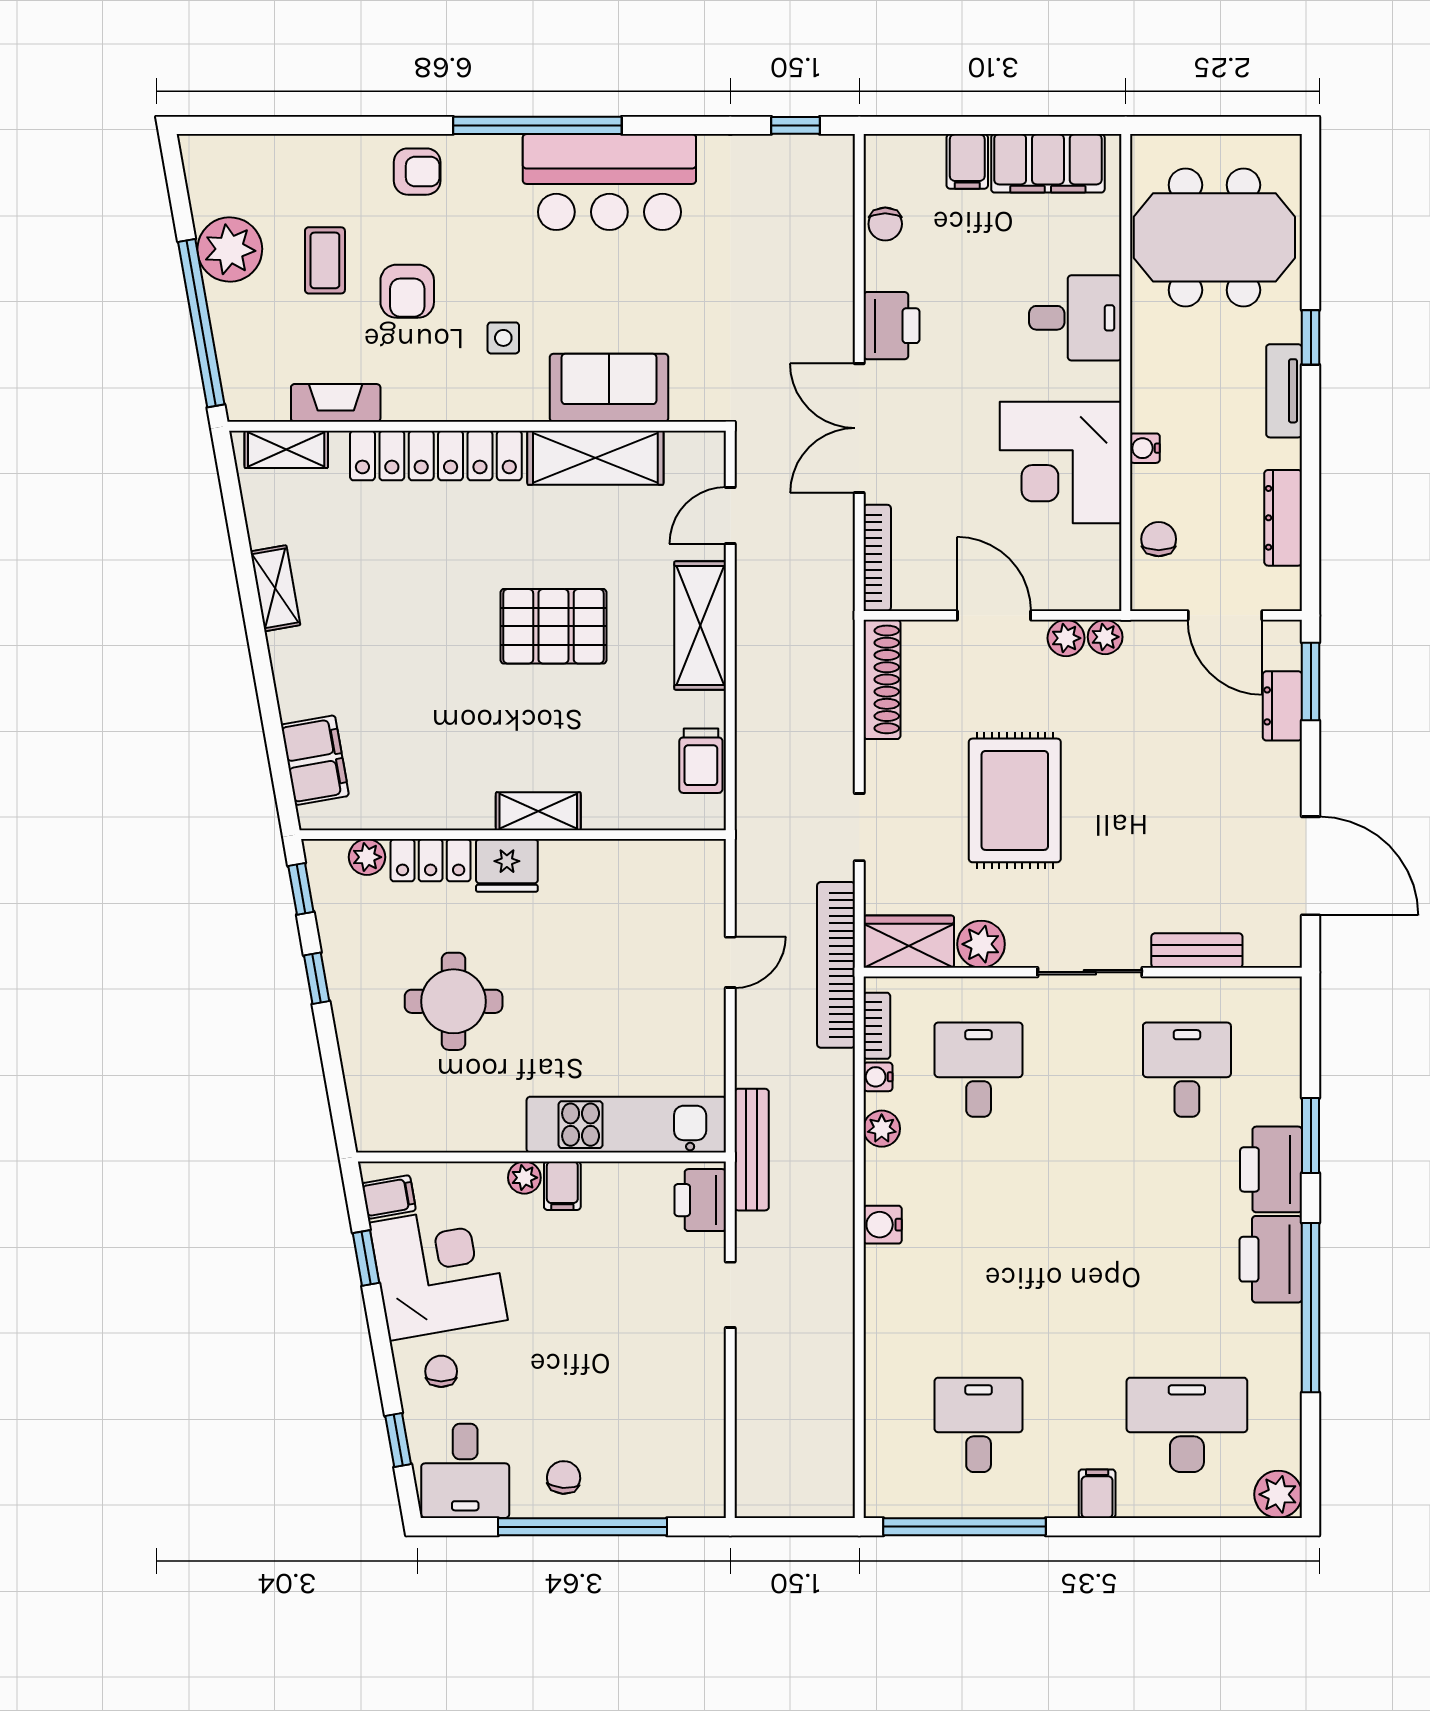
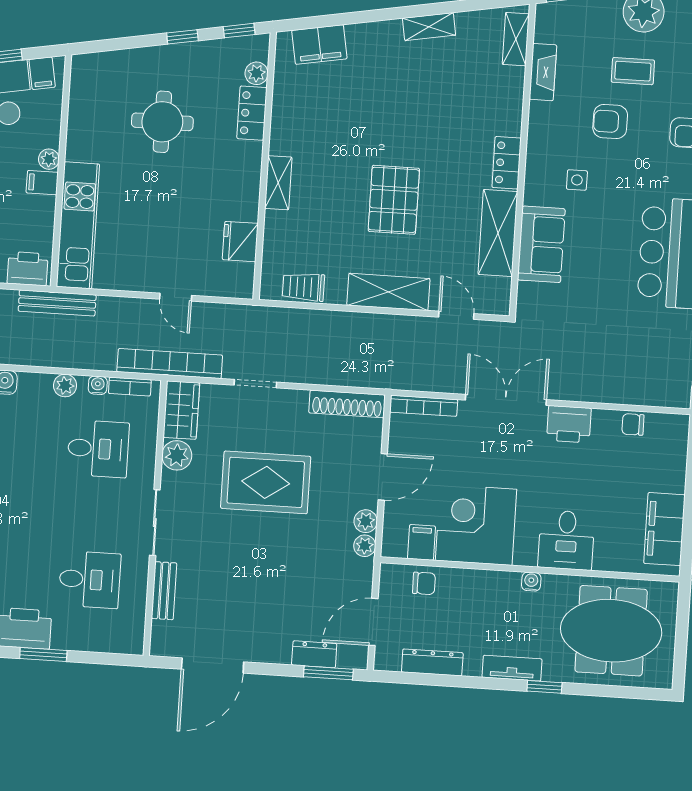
filing cabinet: (967, 161) -> (421, 542), moved, turned 90
meeting table: (1214, 237) -> (611, 631), turned 90
water cooler: (1145, 448) -> (531, 582), moved
locker: (436, 456) -> (507, 163), width x0.46, depth x0.83
fridge: (507, 865) -> (240, 242), moved

